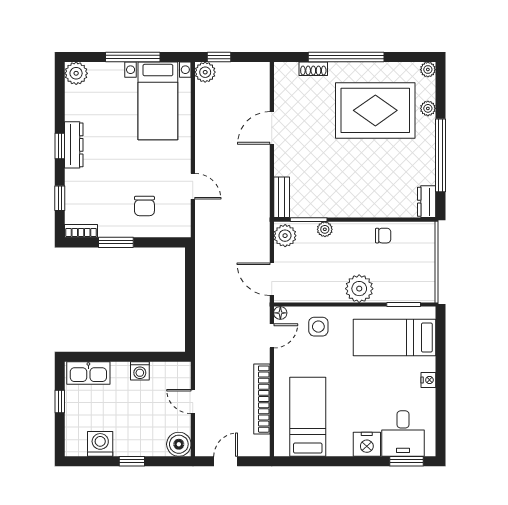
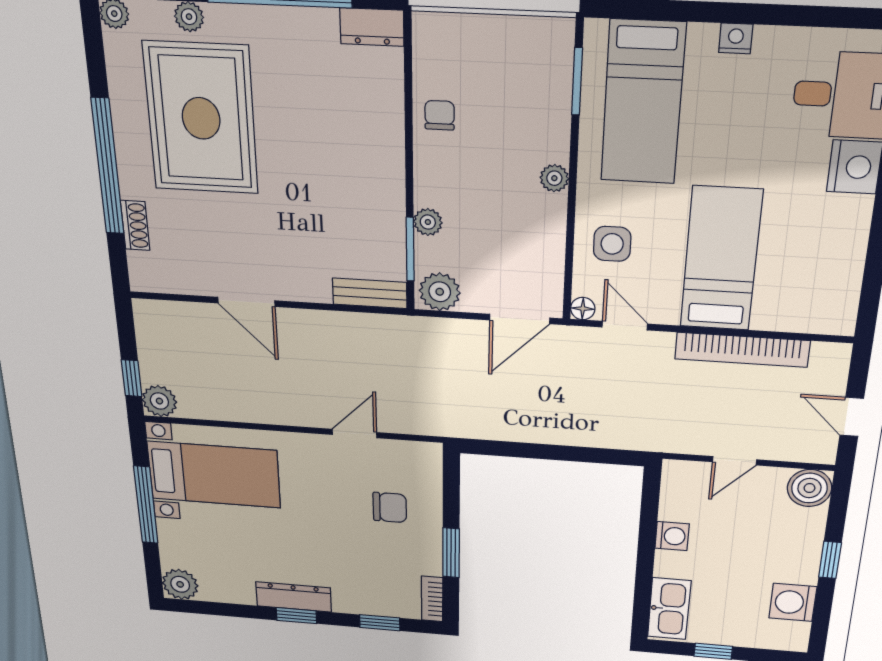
plant: (359, 289) -> (554, 178), width x0.53, depth x0.53
bed: (308, 417) -> (721, 259), moved, turned 90

